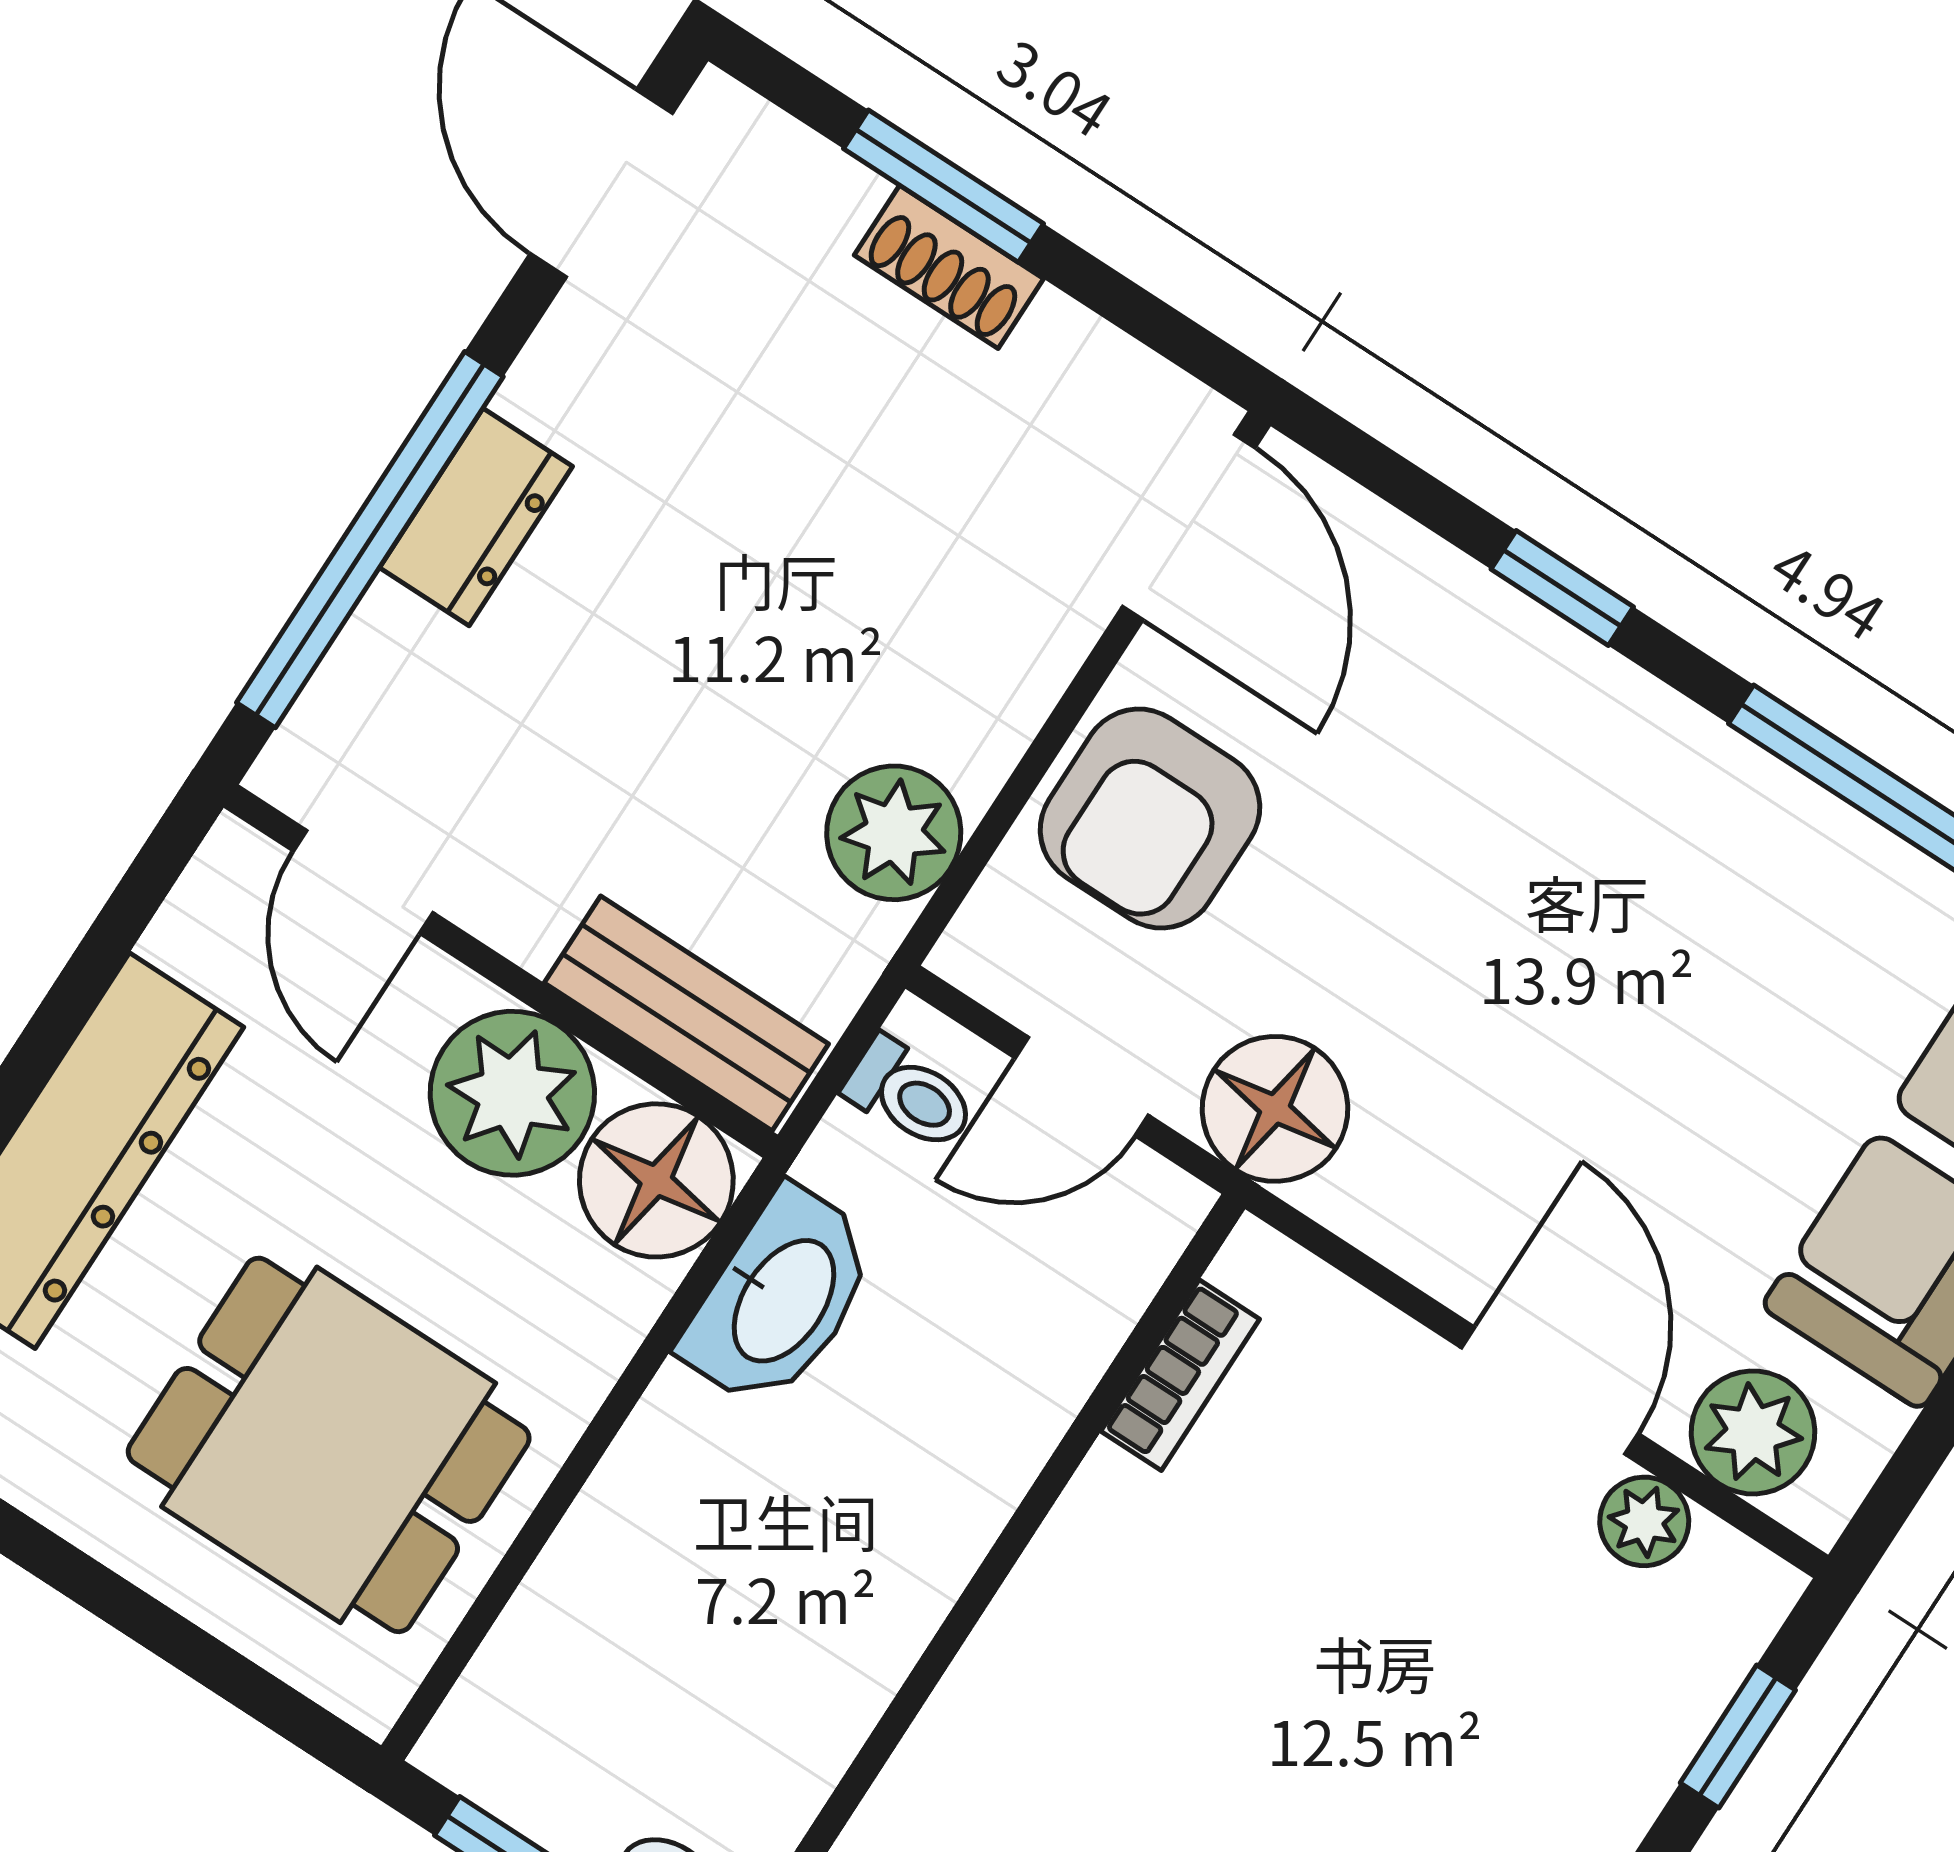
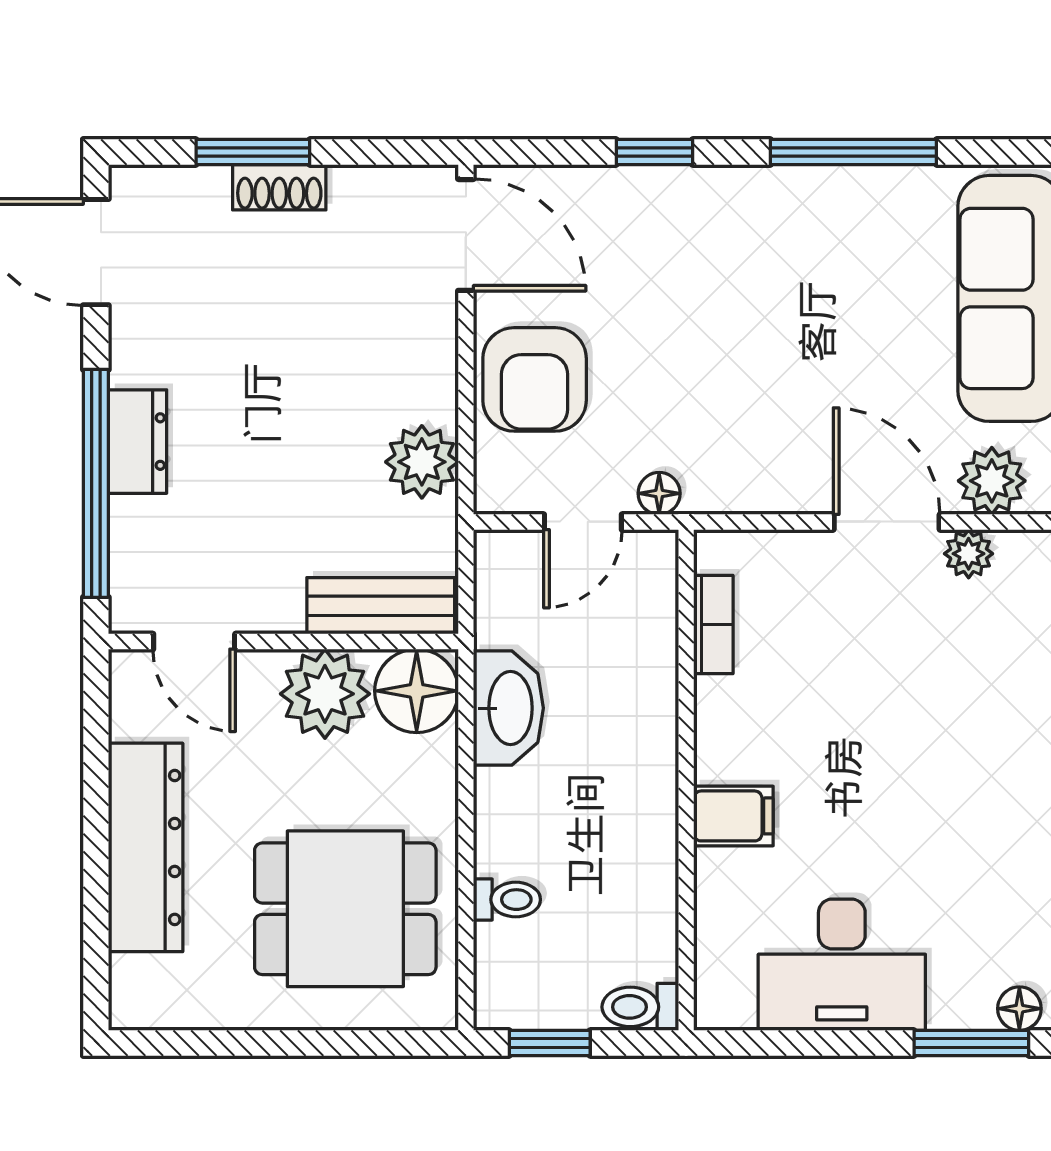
toilet: (910, 1095) -> (507, 900), moved
floor lamp: (1275, 1109) -> (659, 493), width x0.53, depth x0.53
filing cabinet: (1020, 1690) -> (733, 816), added

